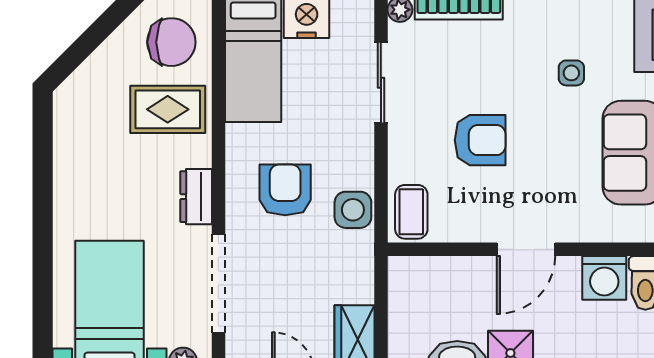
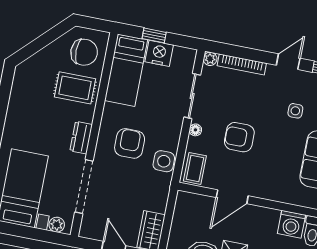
armchair: (480, 140) -> (239, 137), turned 180
floor lamp: (399, 142) -> (195, 130), added
door: (526, 249) -> (232, 197), moved

